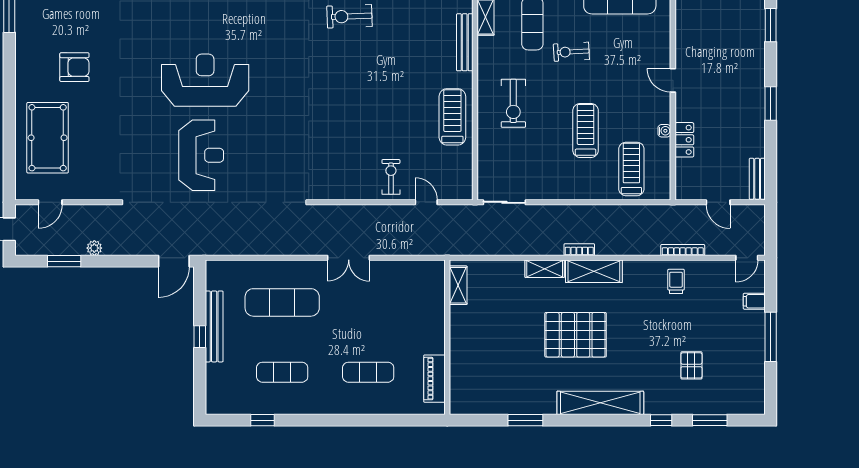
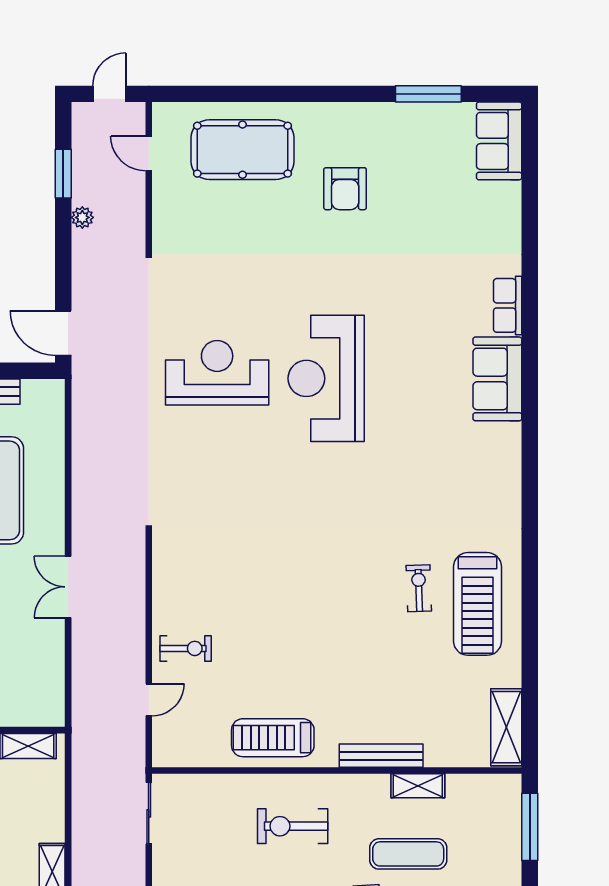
exercise bike: (349, 16) -> (419, 588), width x0.73, depth x0.72
reception desk: (205, 80) -> (326, 378), turned 180
treadmill: (452, 117) -> (273, 738), turned 180
reception desk: (201, 155) -> (217, 373), turned 180

